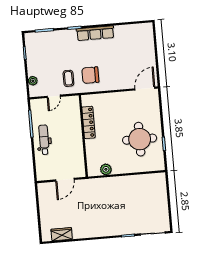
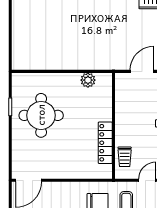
trolley: (73, 113) -> (125, 157), added

